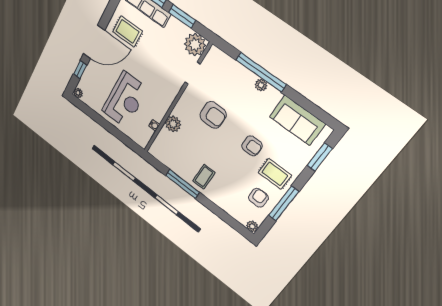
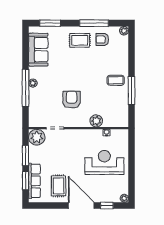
armchair: (252, 146) -> (73, 64), removed
rug: (275, 174) -> (80, 40), turned 90

